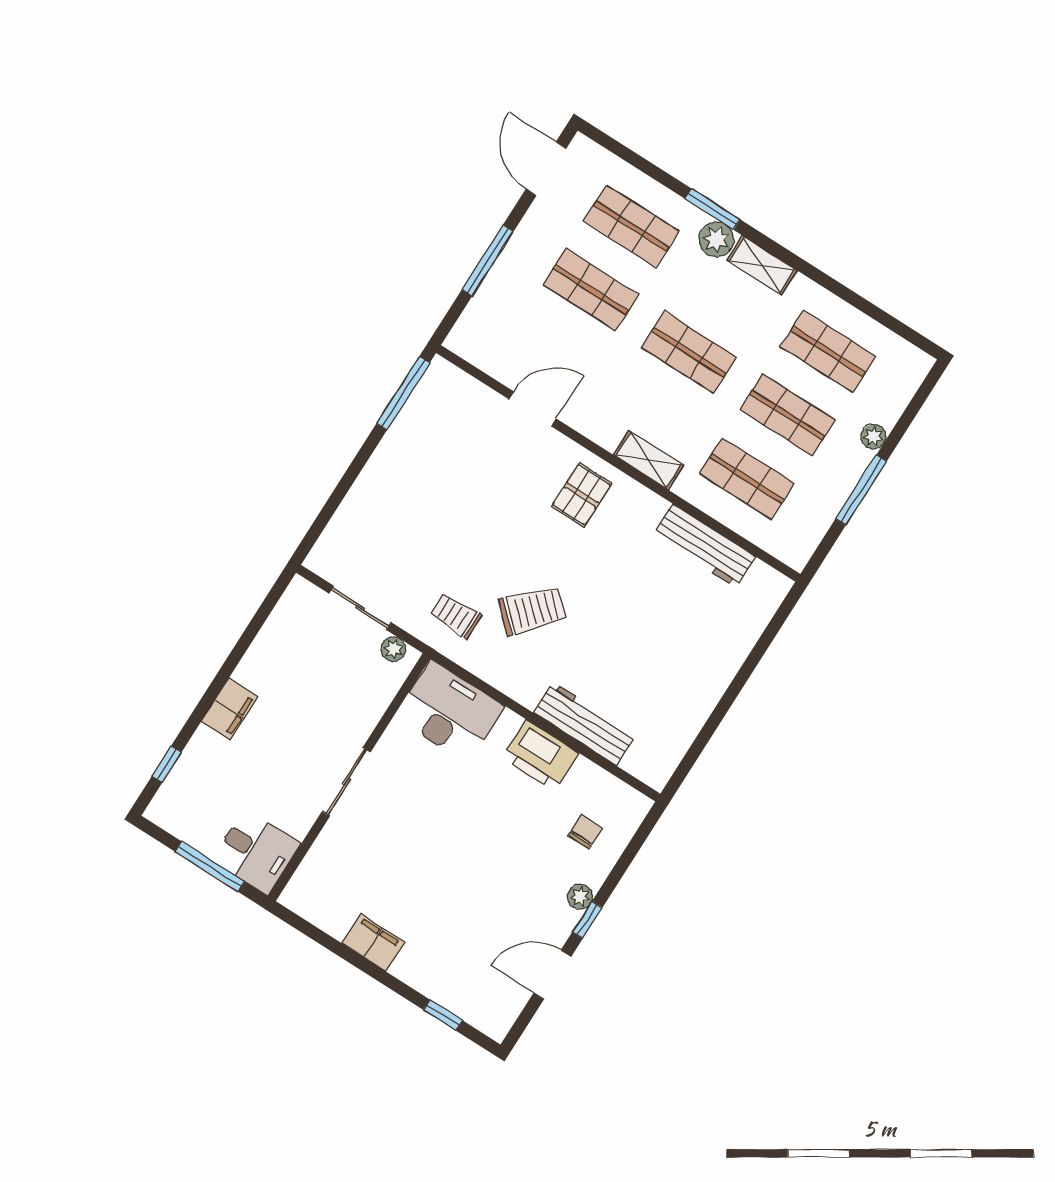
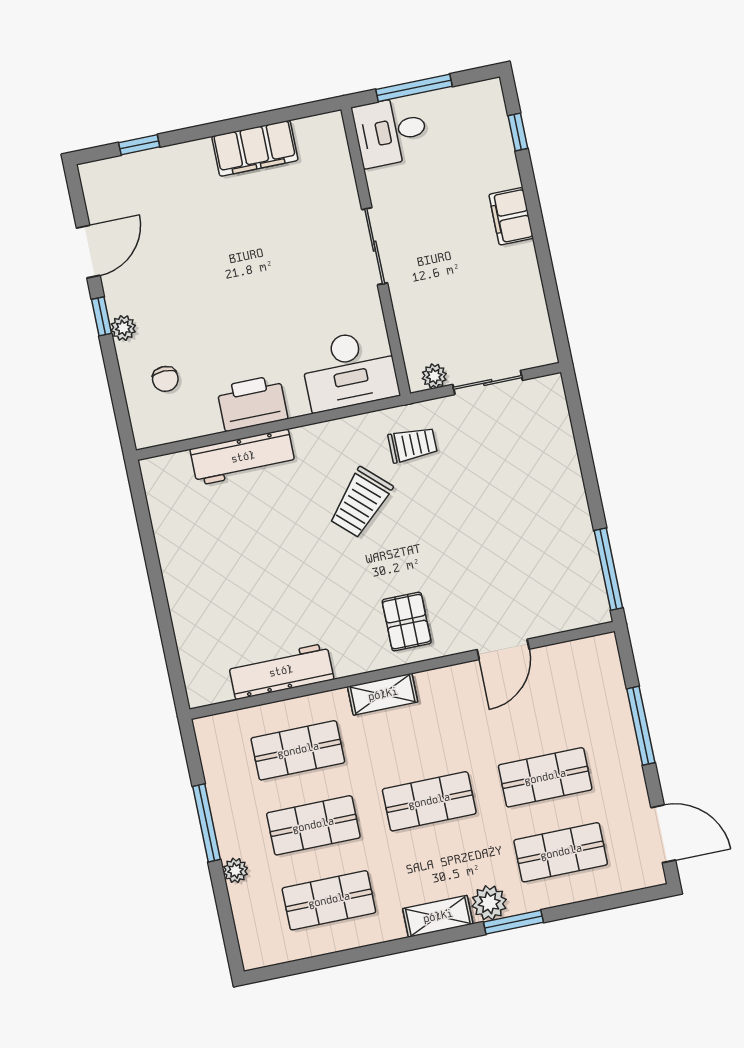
filing cabinet: (373, 943) -> (255, 148), width x1.50, depth x1.17

